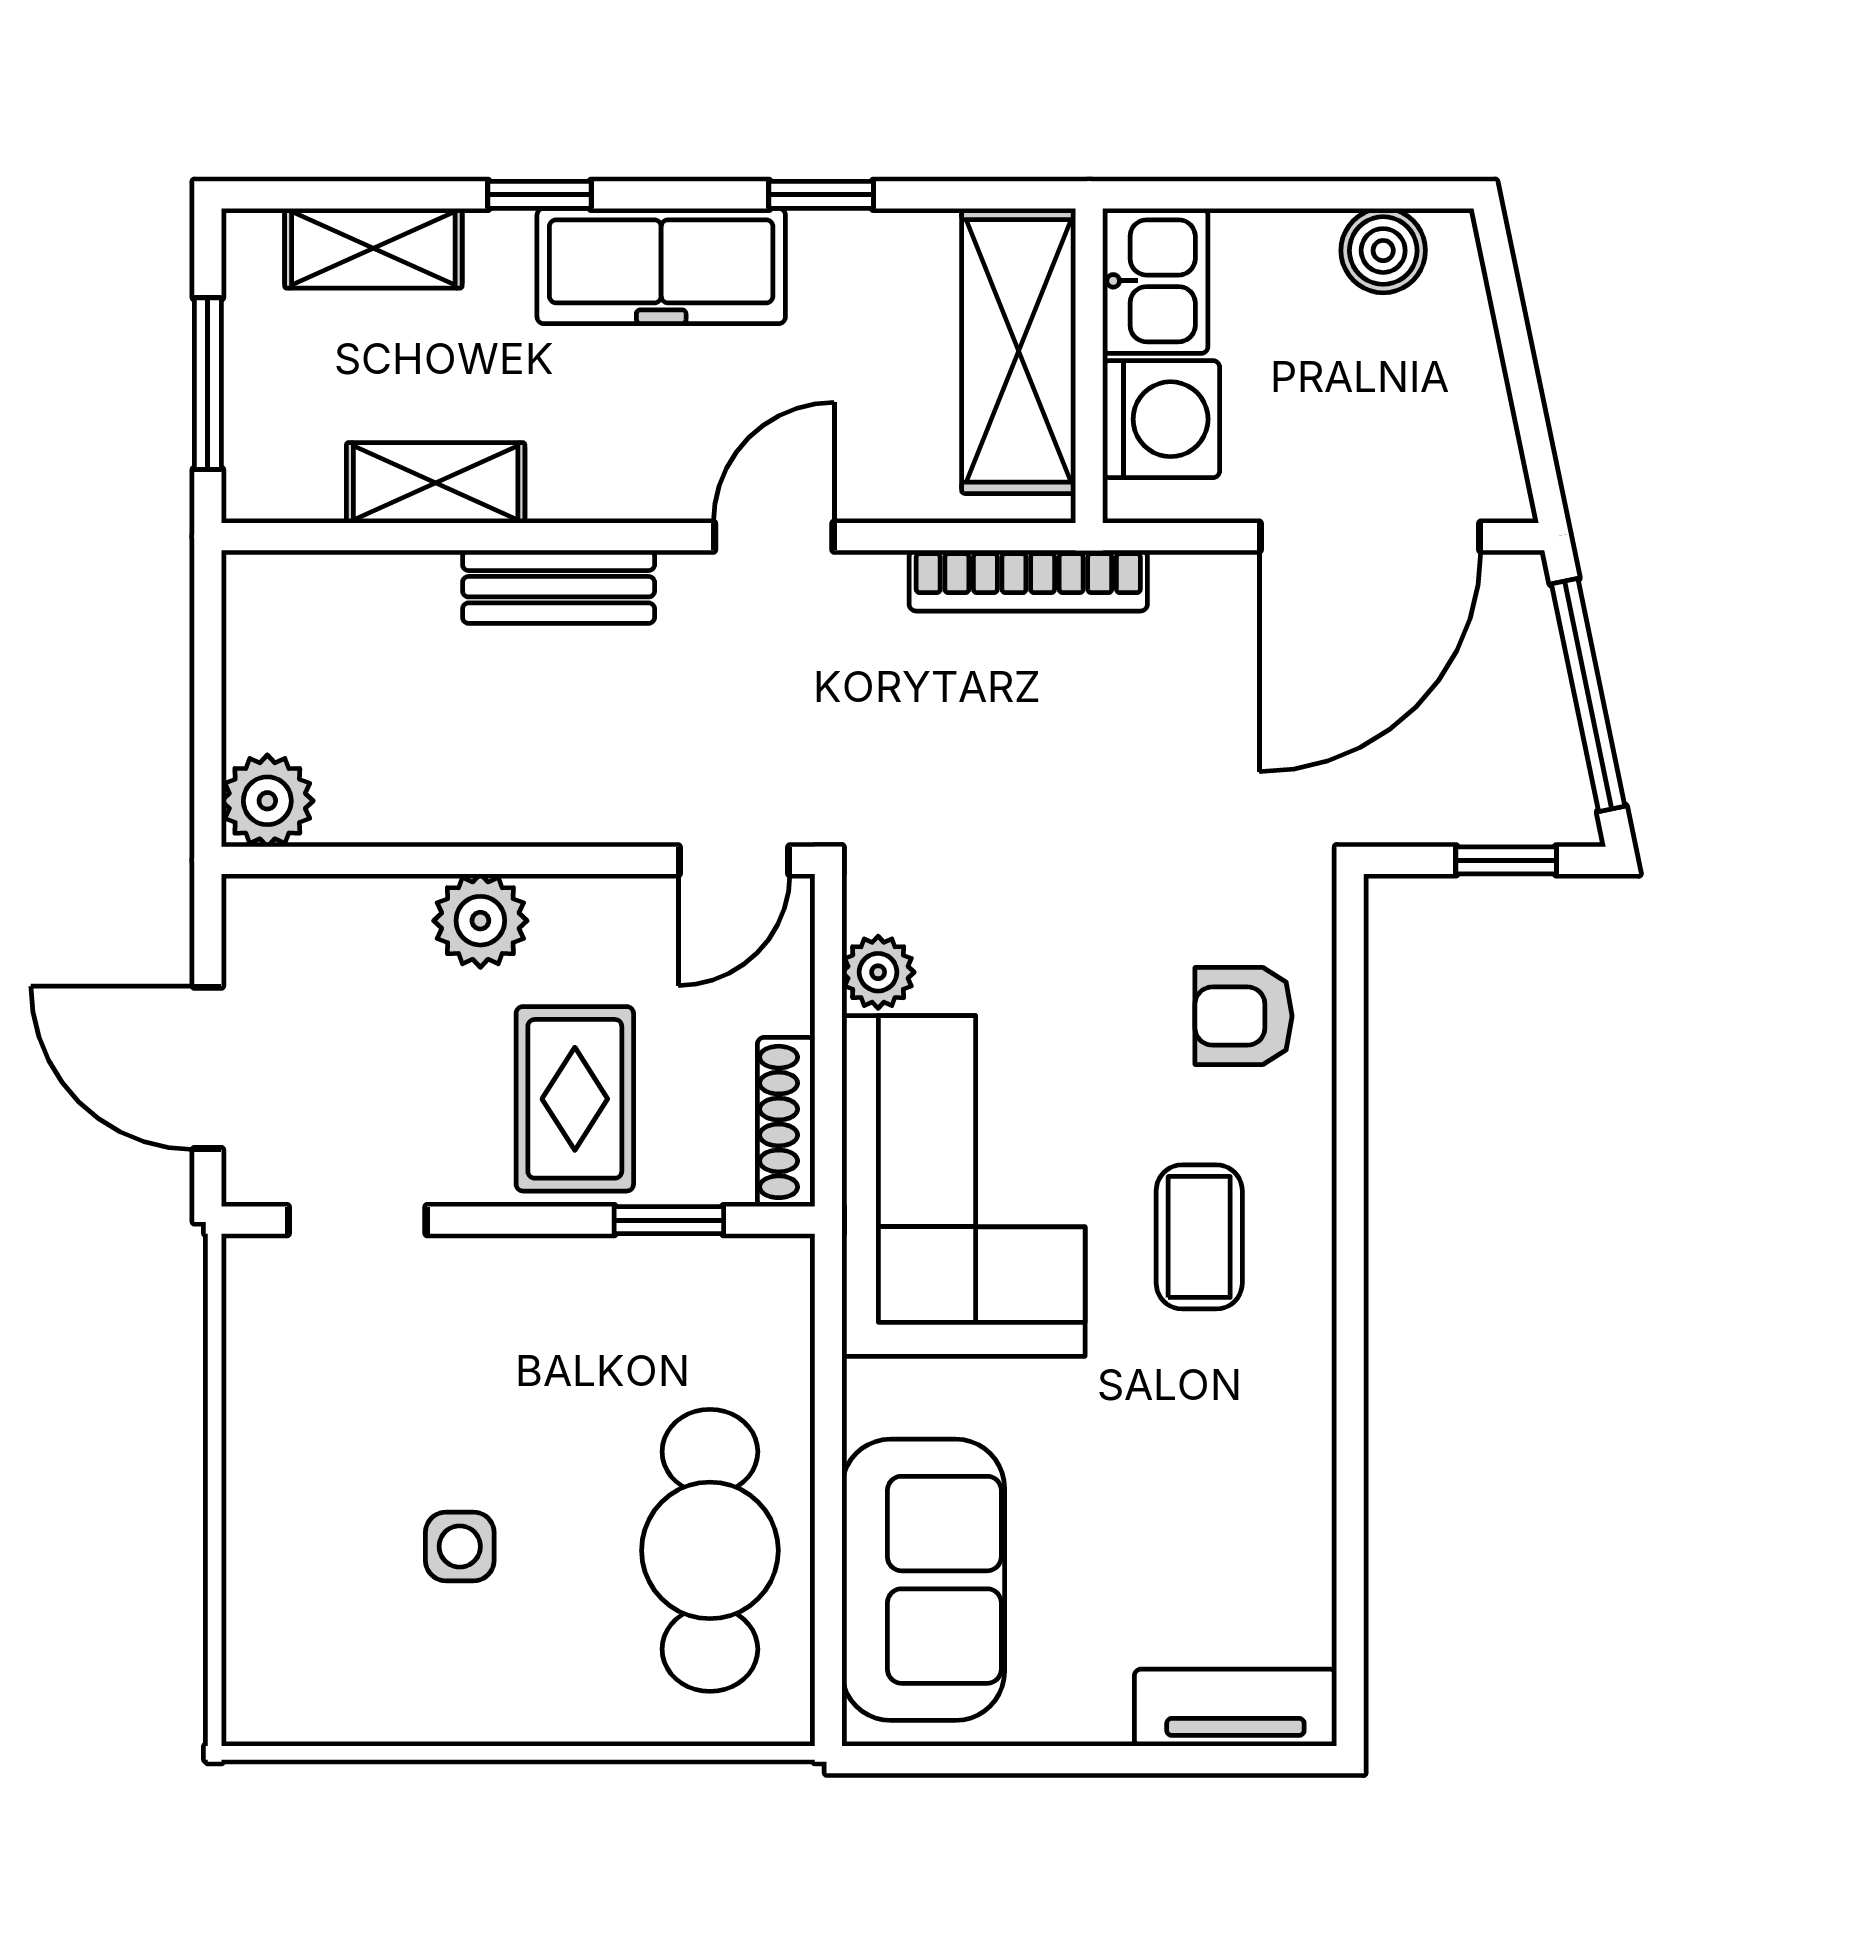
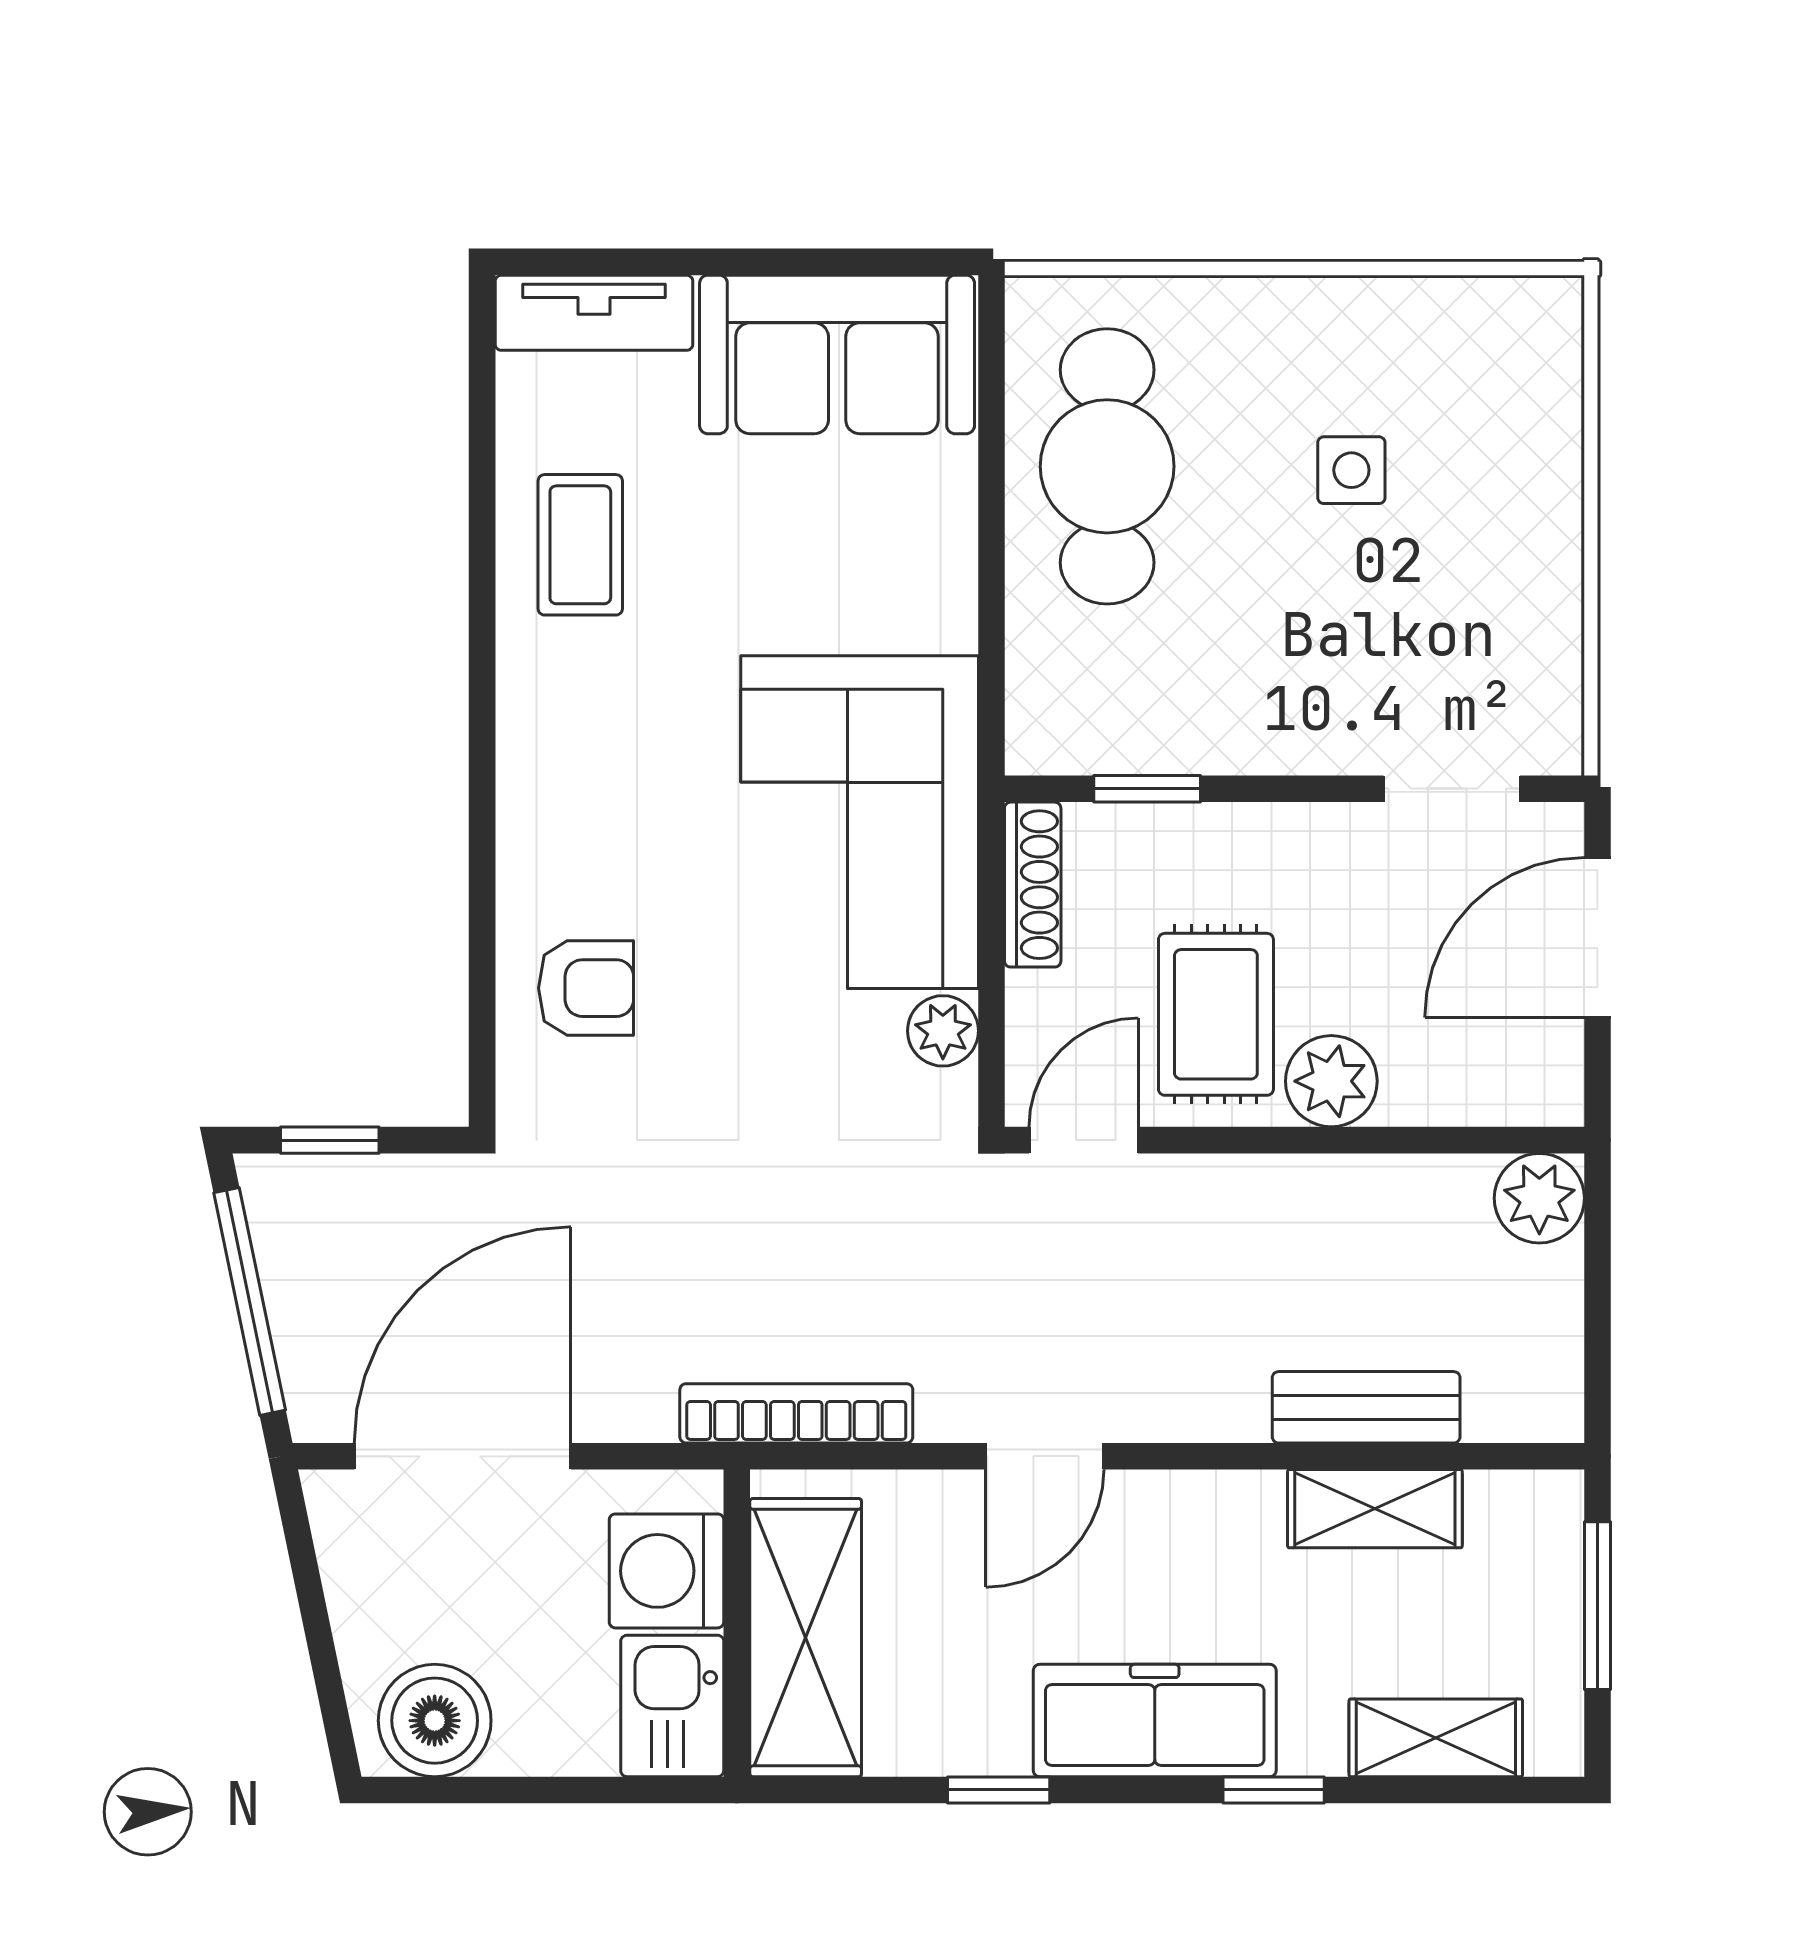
boiler: (1383, 251) -> (435, 1721), width x1.36, depth x1.36
bench: (559, 587) -> (1366, 1407), moved
door: (208, 1068) -> (1597, 937), swing flipped
rug: (575, 1099) -> (1216, 1014), moved
coffee table: (1199, 1237) -> (580, 545), moved
sofa: (923, 1580) -> (837, 354), moved, turned -90

